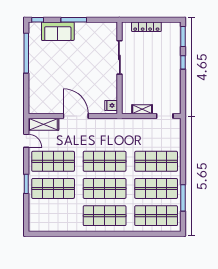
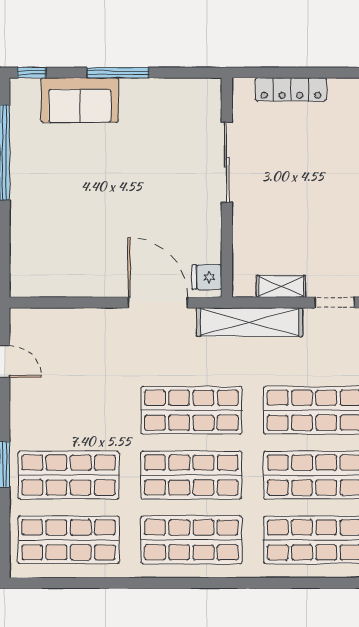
door: (76, 116) -> (158, 302), moved
shelving: (43, 124) -> (249, 322), moved, width x1.47
shop shelf: (53, 161) -> (69, 540), moved

